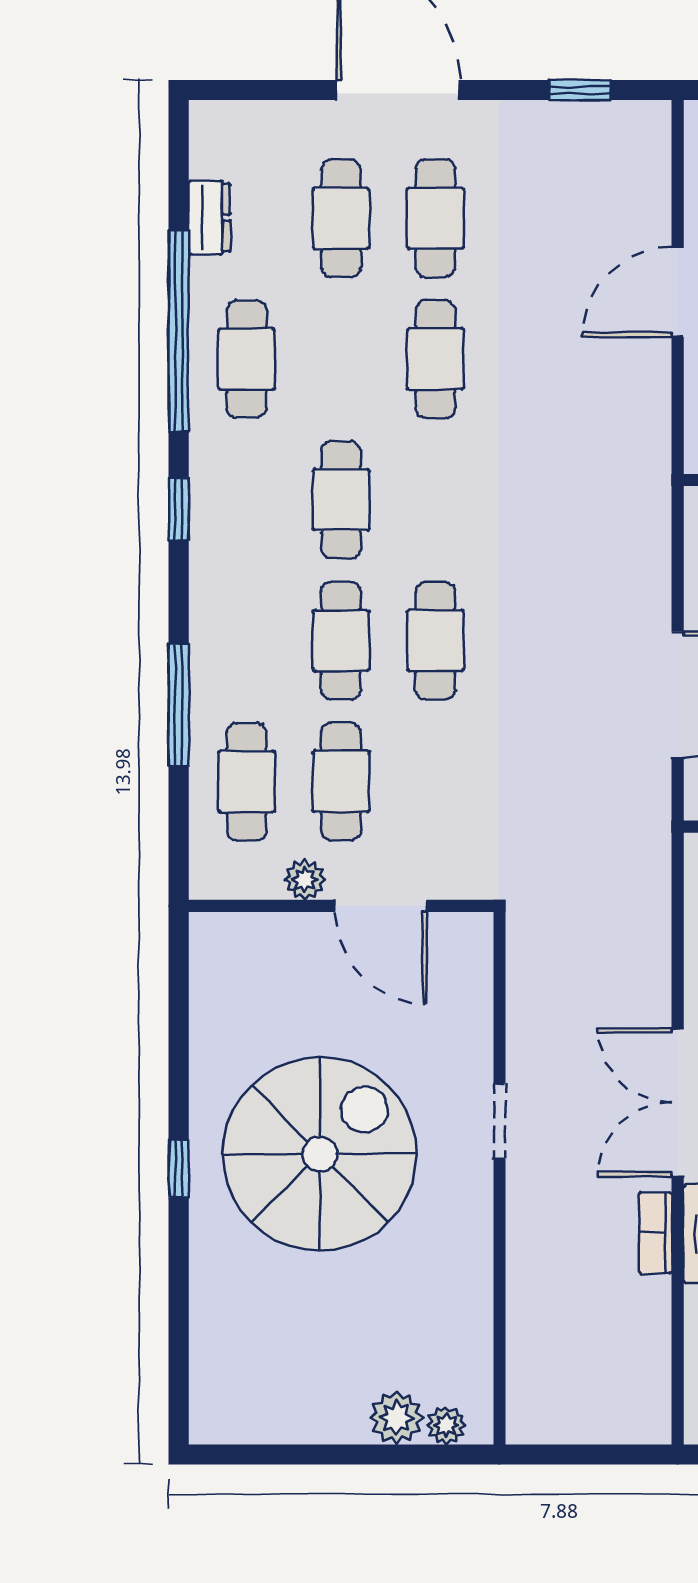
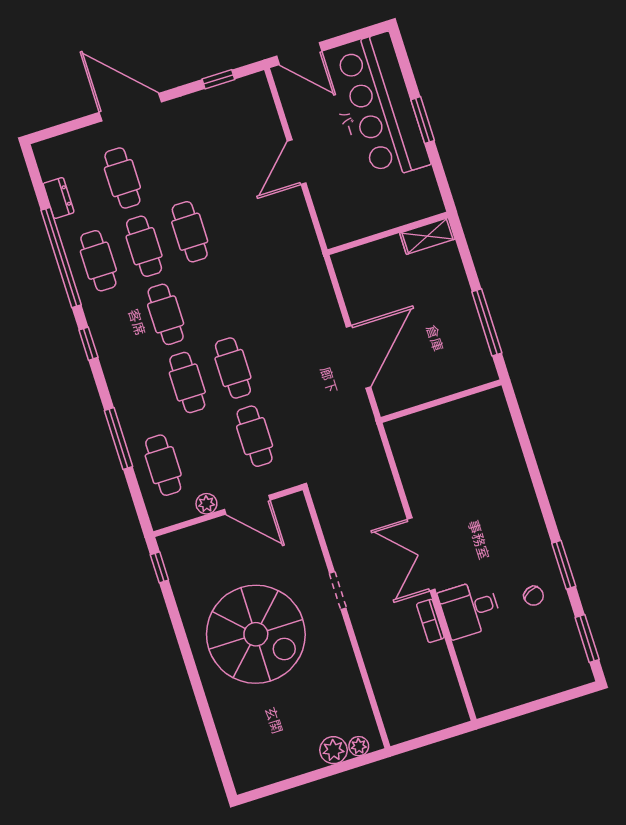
cafe table: (435, 218) -> (144, 246), moved
cafe table: (341, 781) -> (255, 436), moved
spiral stairs: (320, 1154) -> (256, 634), turned 90
window: (179, 1169) -> (159, 567), moved

